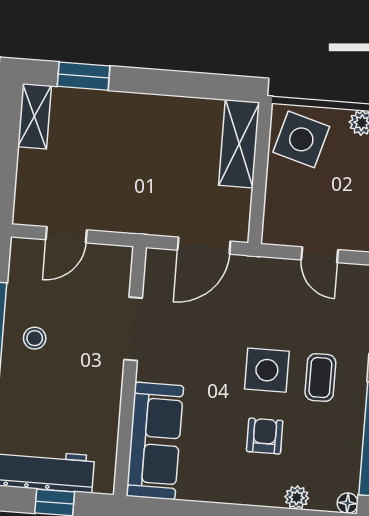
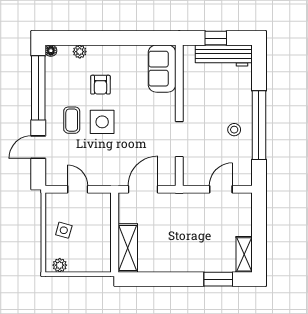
side table: (301, 139) -> (64, 230), moved, width x0.54, depth x0.54
sofa: (155, 441) -> (162, 69), width x0.73

